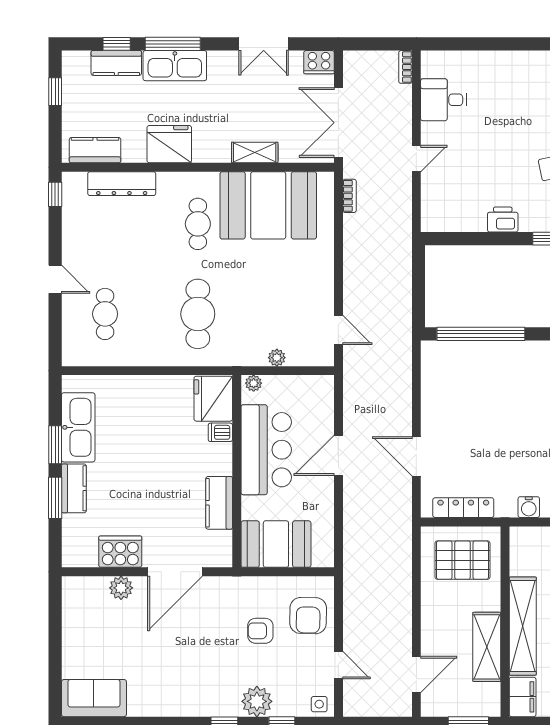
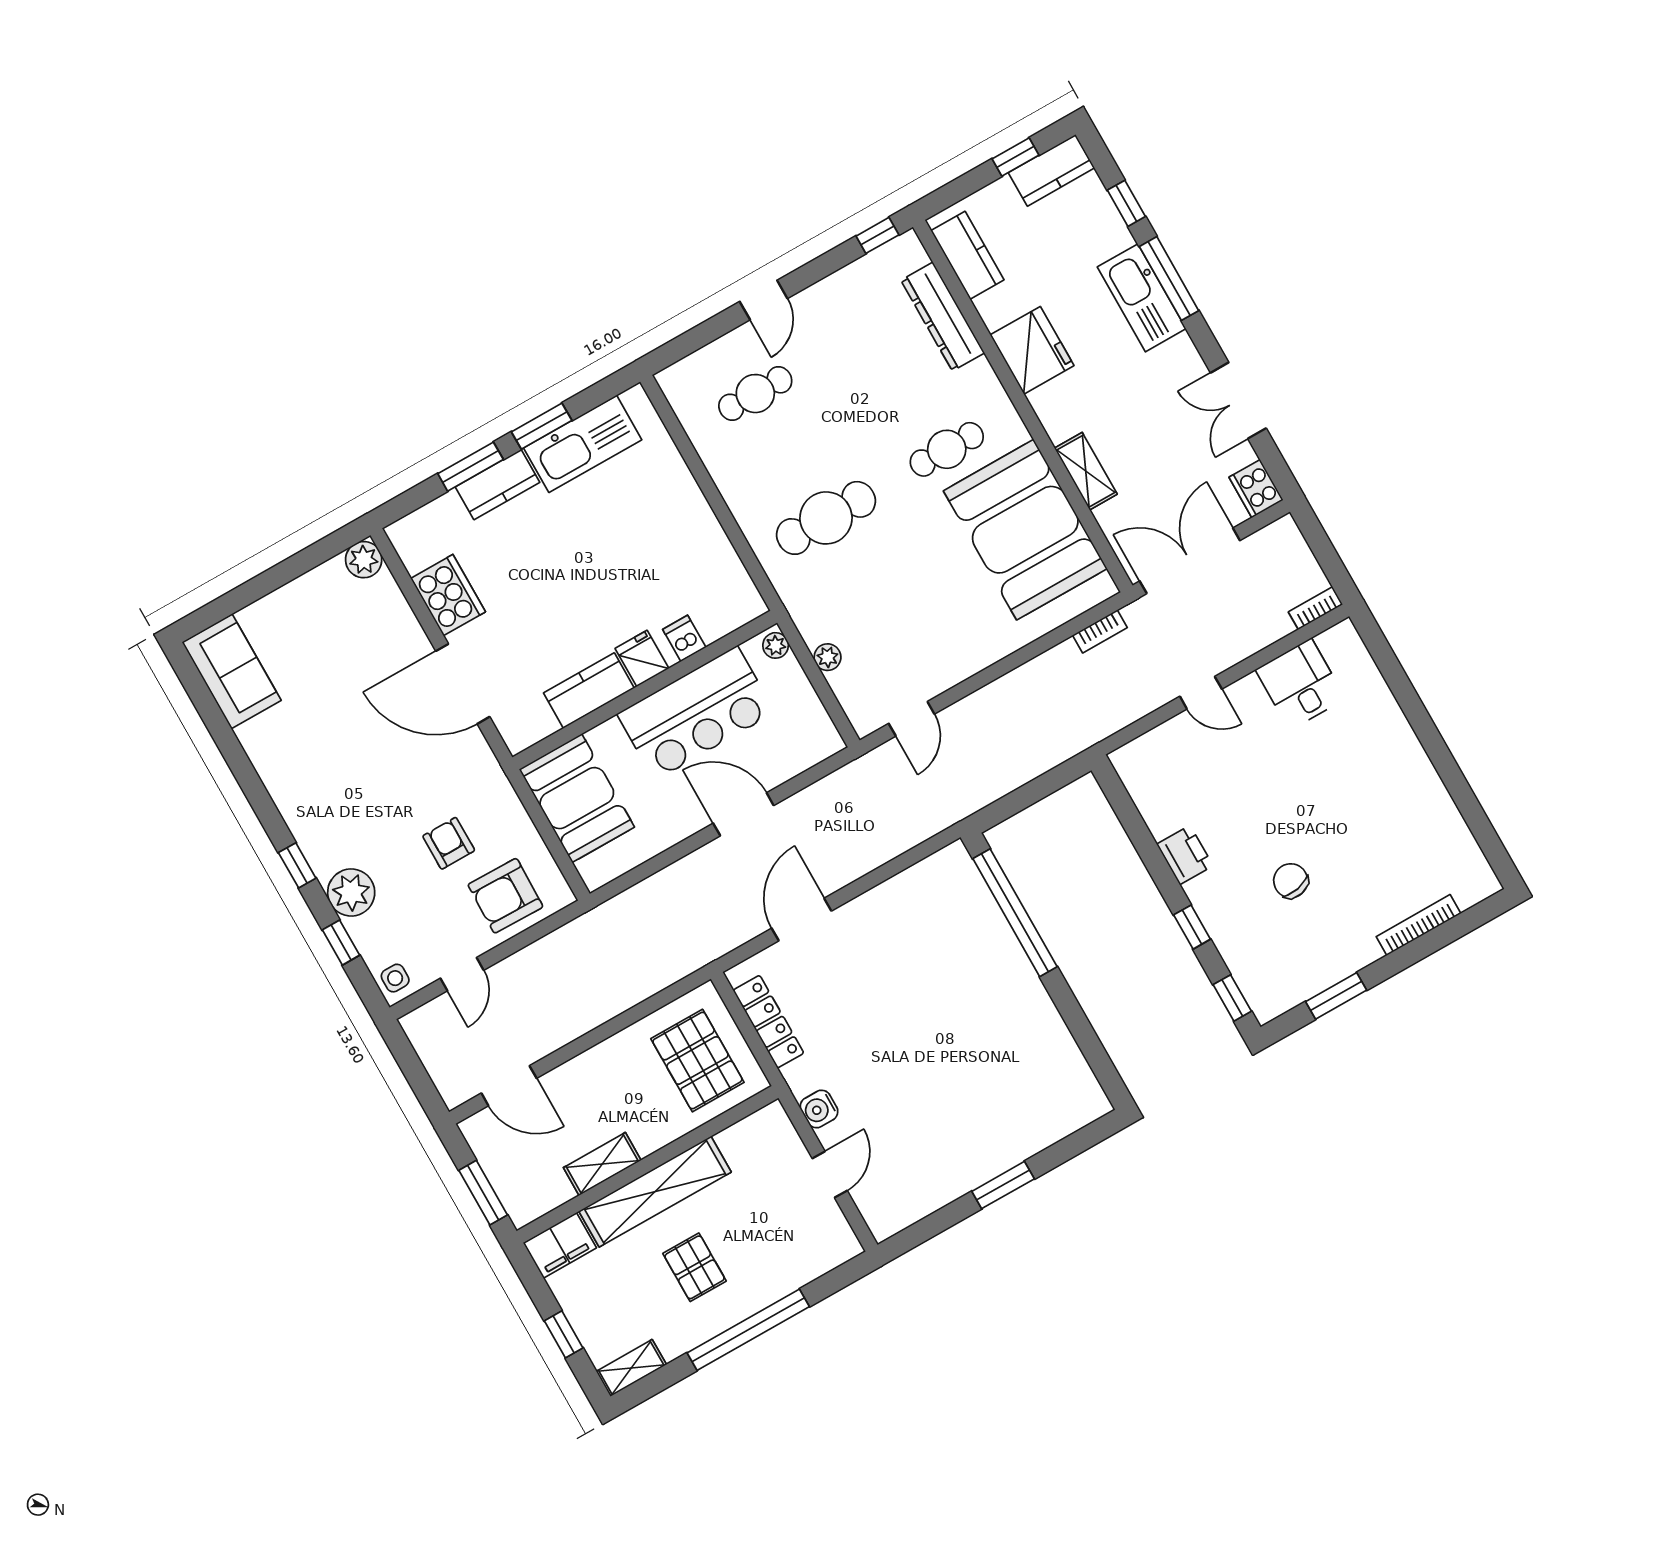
kitchen counter: (116, 63) -> (1051, 170), moved, turned -90
fridge: (213, 399) -> (642, 658), moved, width x0.53, depth x0.75
plant: (121, 588) -> (364, 560), moved
shelving: (487, 647) -> (602, 1164), width x0.67, depth x0.75

